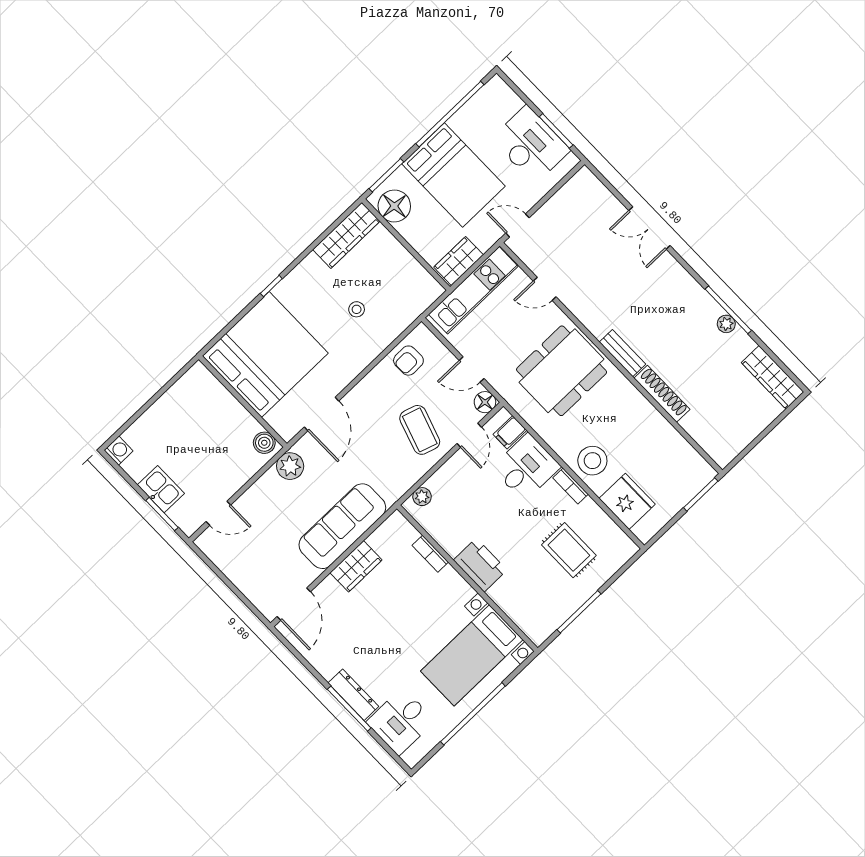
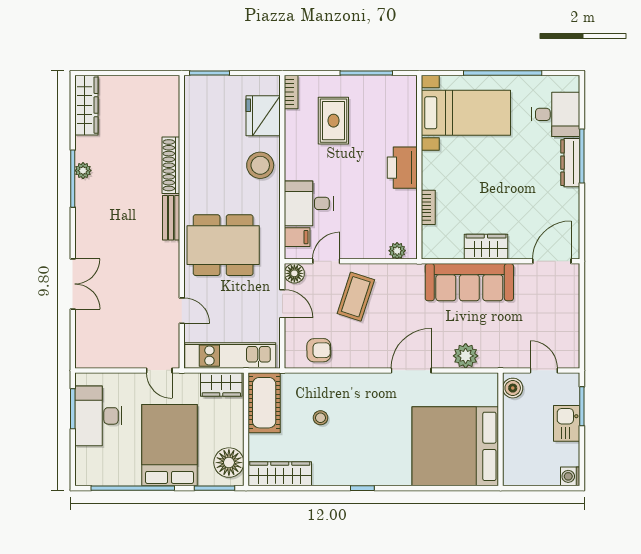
cot: (412, 279) -> (264, 403), added
bed: (265, 354) -> (455, 446), moved
wall: (243, 402) -> (501, 429), moved
boiler: (264, 443) -> (513, 388), moved
bookcase: (570, 486) -> (291, 92), moved

